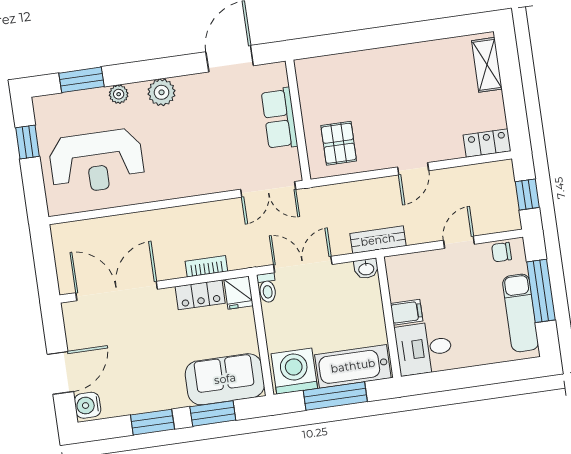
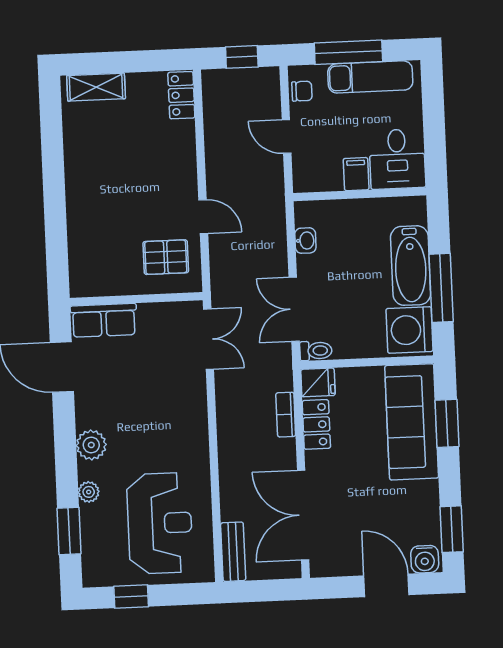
row of seats: (280, 119) -> (104, 320), moved
door: (413, 169) -> (203, 217), moved
bench: (378, 240) -> (233, 552), moved
chair: (502, 252) -> (302, 91), turned -90
filing cabinet: (407, 312) -> (356, 174), moved
wall: (389, 317) -> (360, 194), moved
desk: (424, 348) -> (397, 159), moved
sofa: (225, 379) -> (412, 422), width x1.36
window: (152, 422) -> (452, 529), moved

